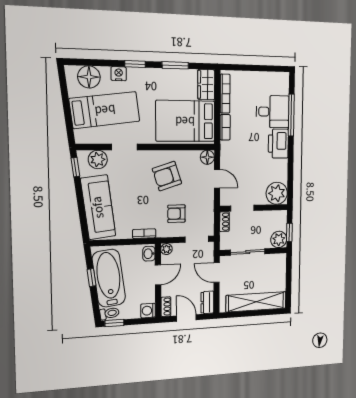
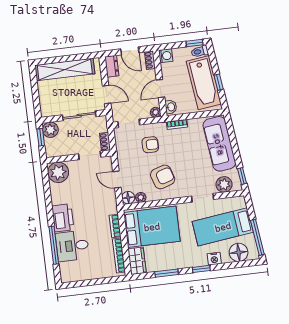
window: (64, 92) -> (257, 237), added
plant: (194, 156) -> (141, 197), added

